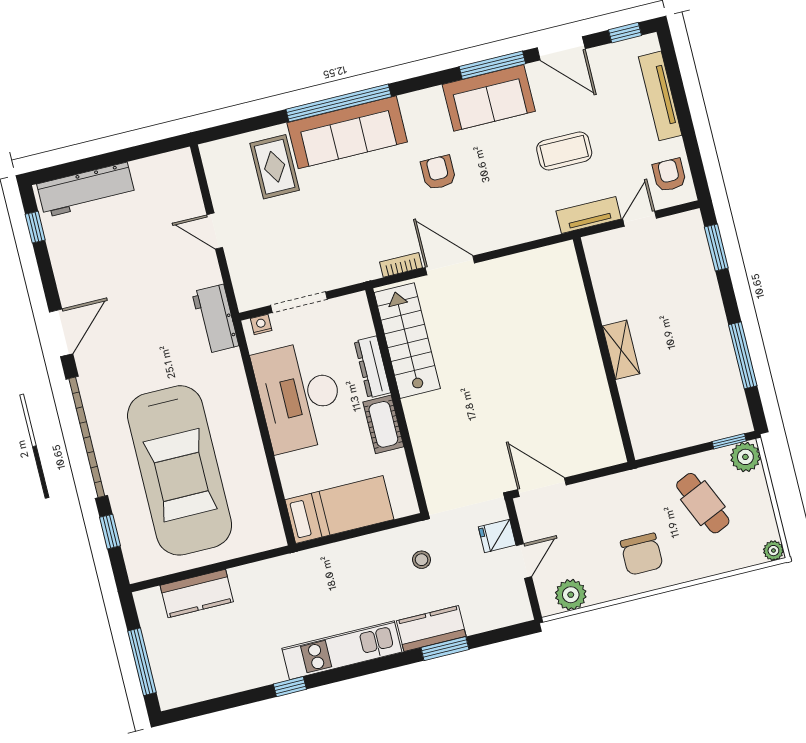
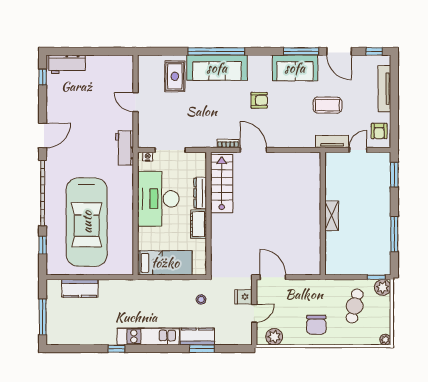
armchair: (438, 173) -> (259, 100), turned 90
armchair: (669, 175) -> (379, 131), turned 180
workbench: (86, 190) -> (67, 64), width x0.73
cafe table: (703, 503) -> (355, 306), turned 37

